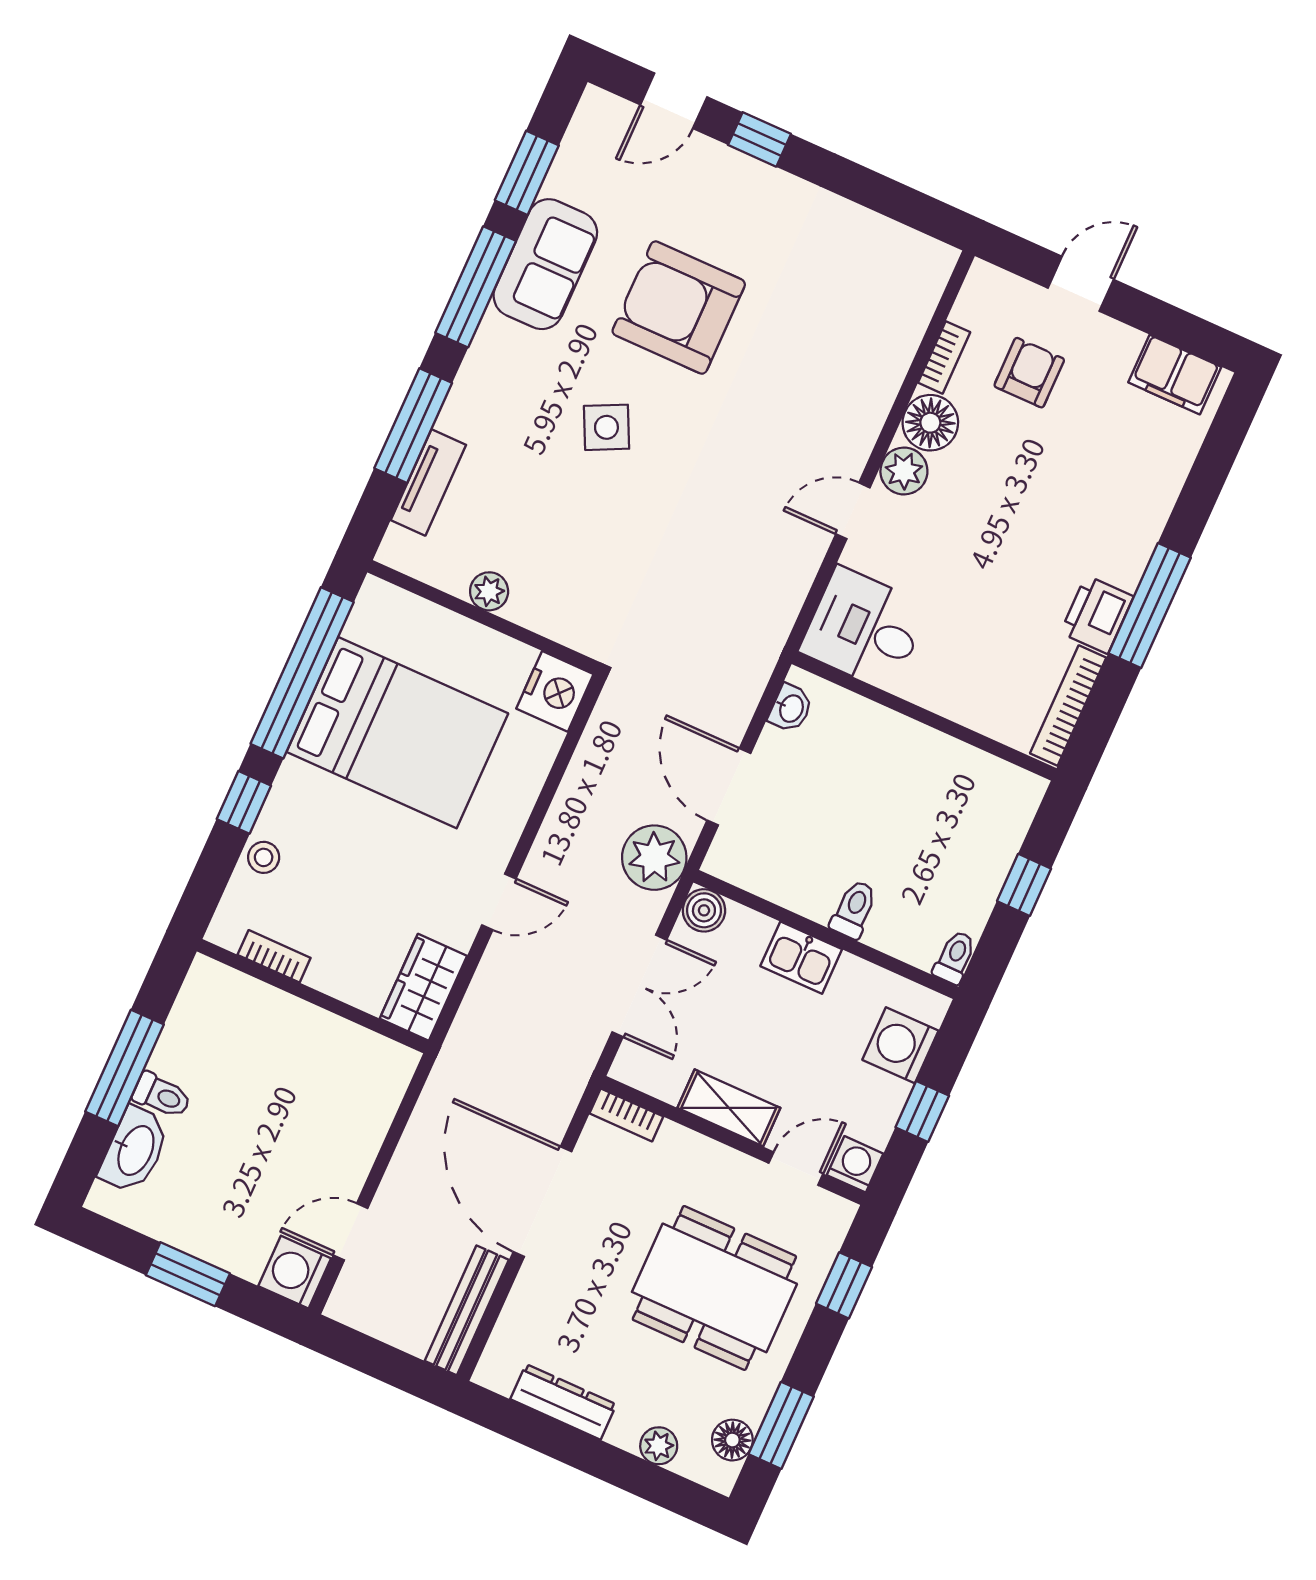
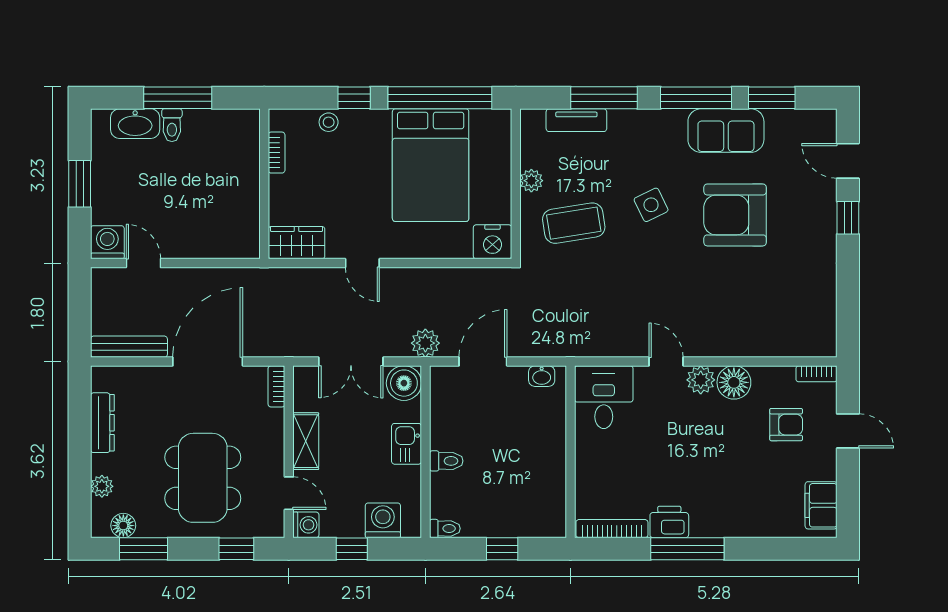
armchair: (679, 308) -> (735, 215), turned -90
bookcase: (944, 357) -> (816, 374), moved
coffee table: (582, 556) -> (574, 223), added
plant: (654, 858) -> (425, 343), width x0.73, depth x0.73
boiler: (704, 910) -> (404, 383), width x1.36, depth x1.36

